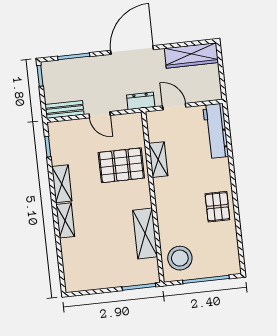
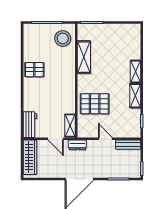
wardrobe: (191, 55) -> (30, 157), moved, turned 90
workbench: (216, 131) -> (30, 125), width x0.73
shelving: (158, 160) -> (70, 126), moved
pallet: (217, 207) -> (34, 70), turned 90

